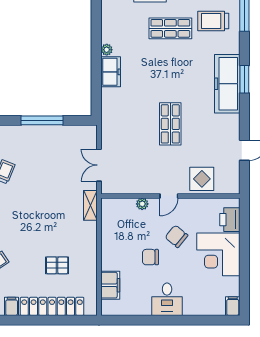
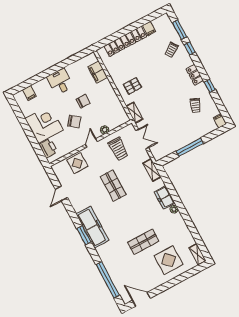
trolley: (213, 21) -> (118, 149), moved, turned 90
shelving: (108, 117) -> (152, 170), added
pallet: (57, 265) -> (132, 86), moved
filing cabinet: (233, 306) -> (29, 93), moved

